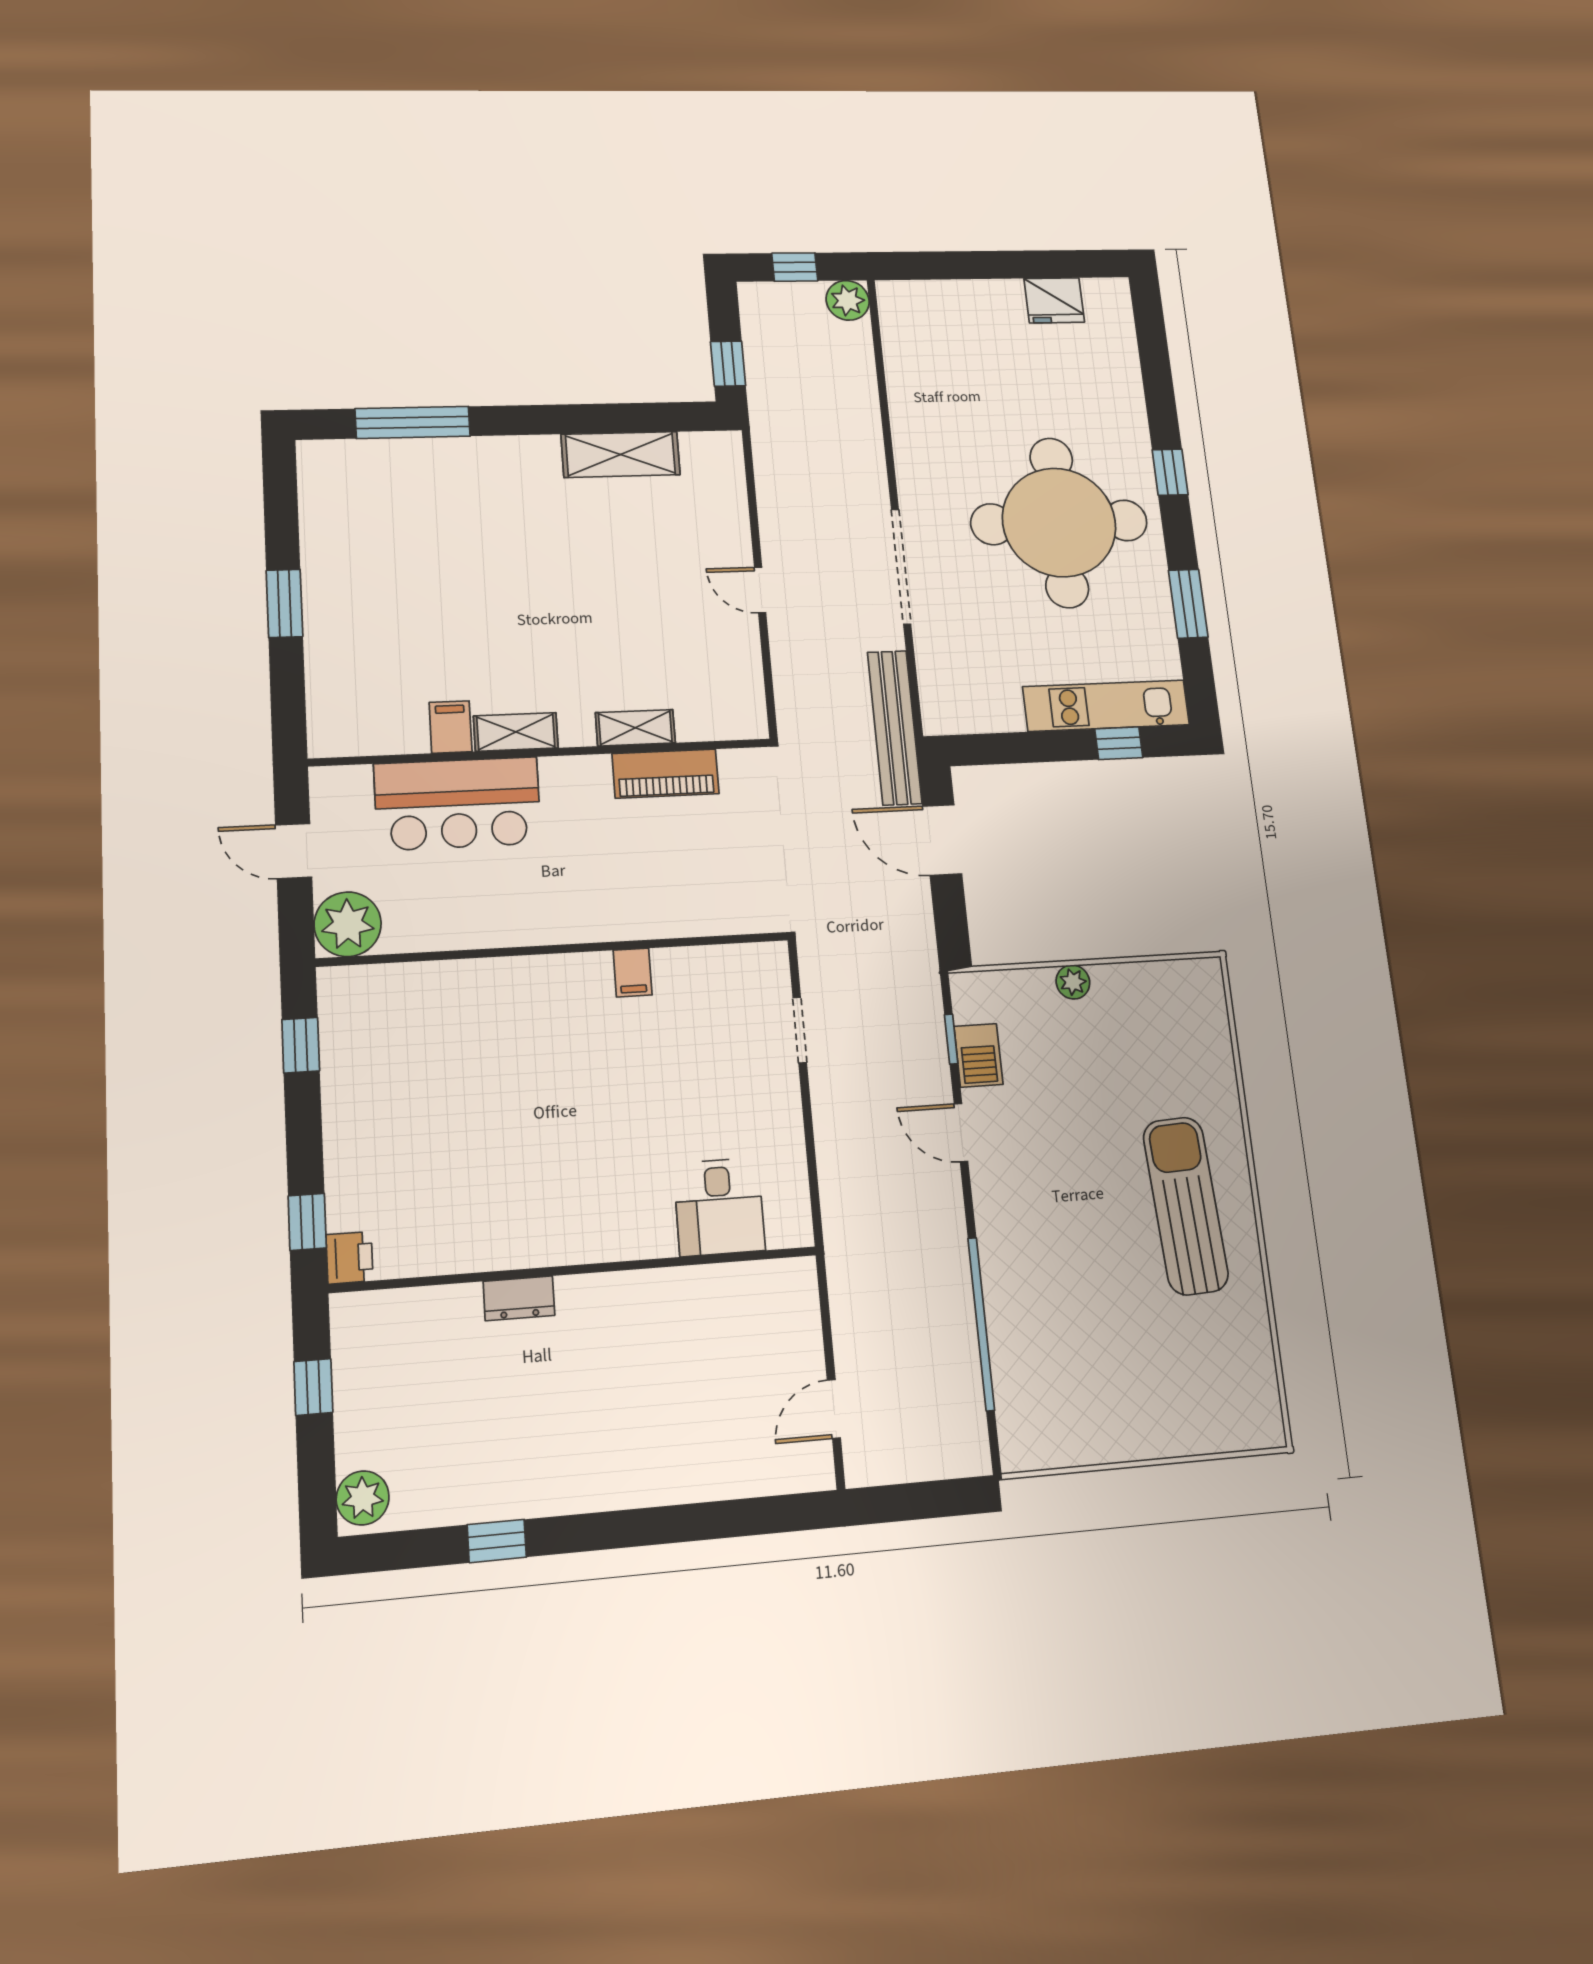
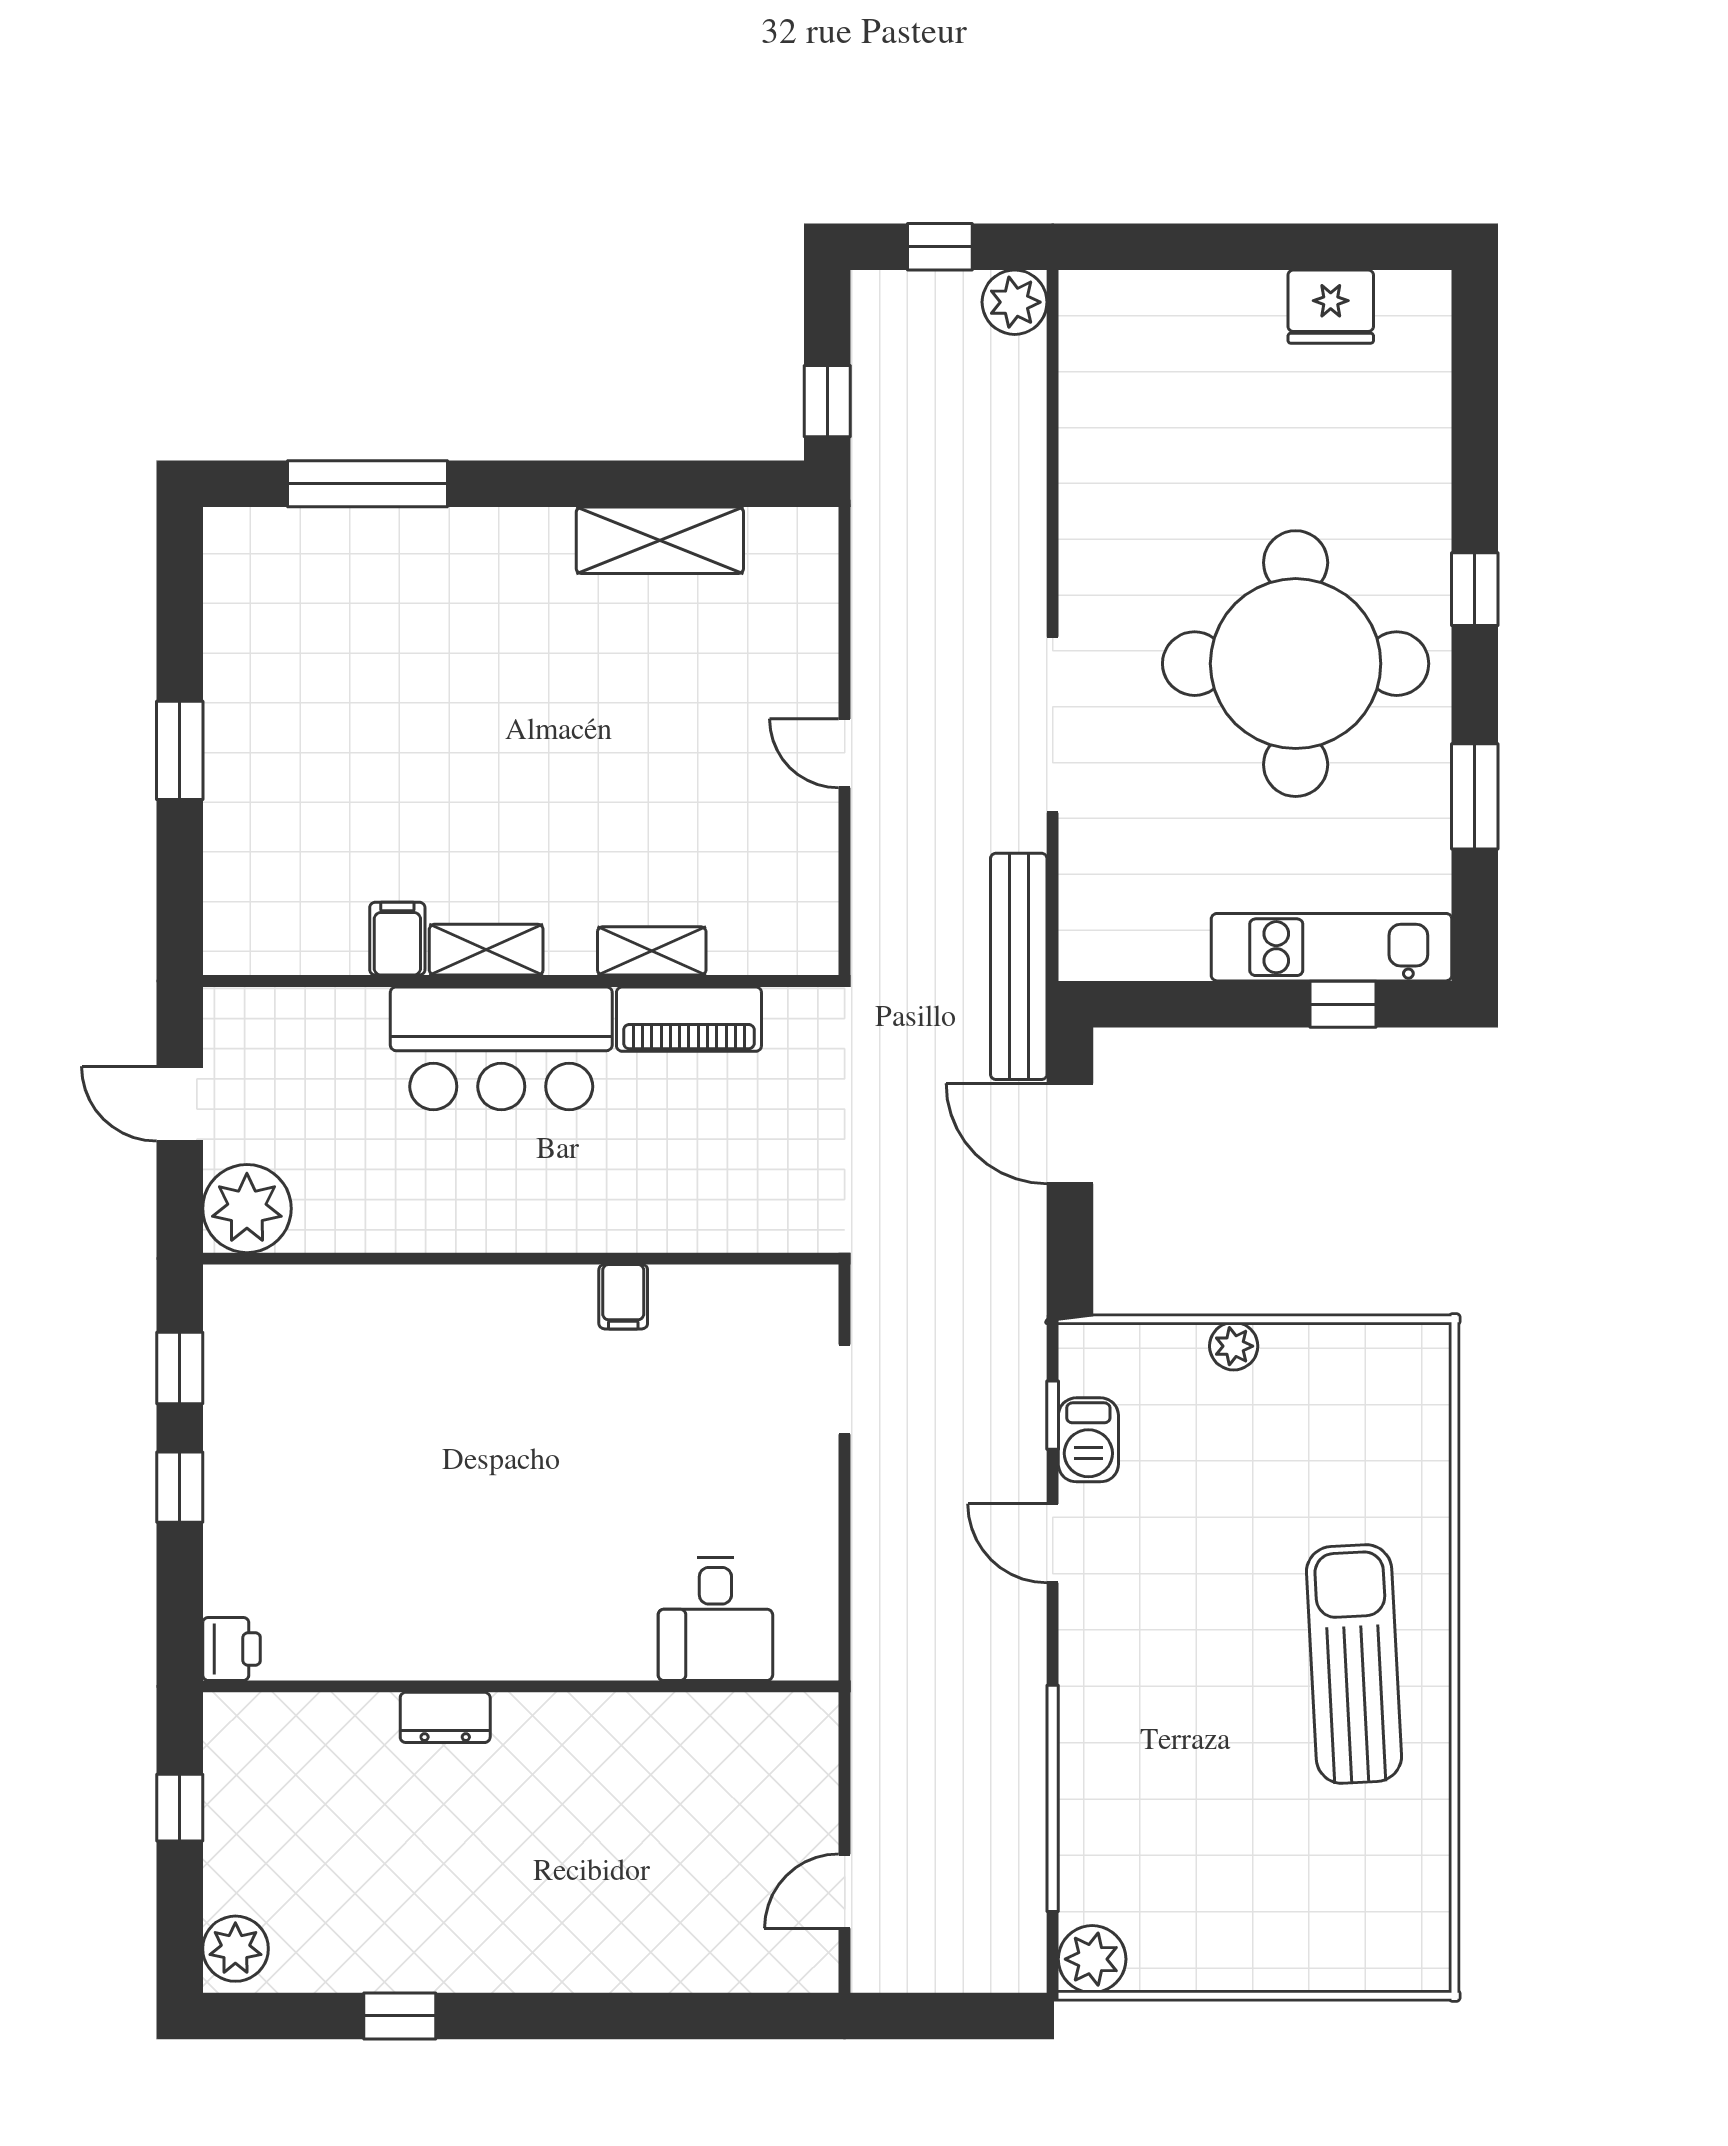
bar counter: (458, 804) -> (501, 1048), moved
window: (307, 1222) -> (180, 1487), moved
plant: (1024, 1446) -> (1092, 1959), added

